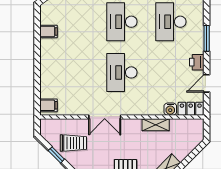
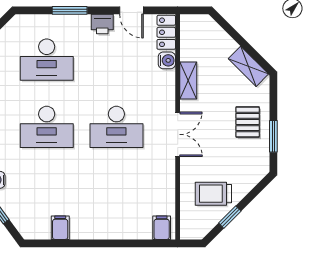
double door: (105, 117) -> (178, 134), moved
trolley: (73, 143) -> (213, 194), turned -90

